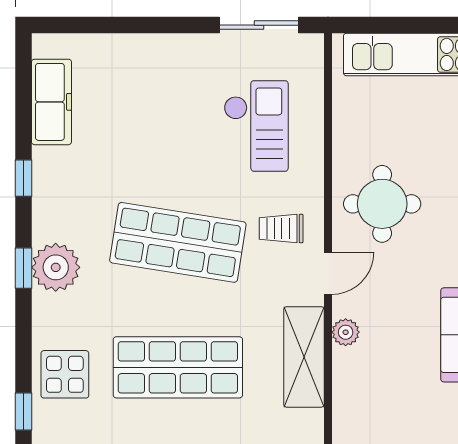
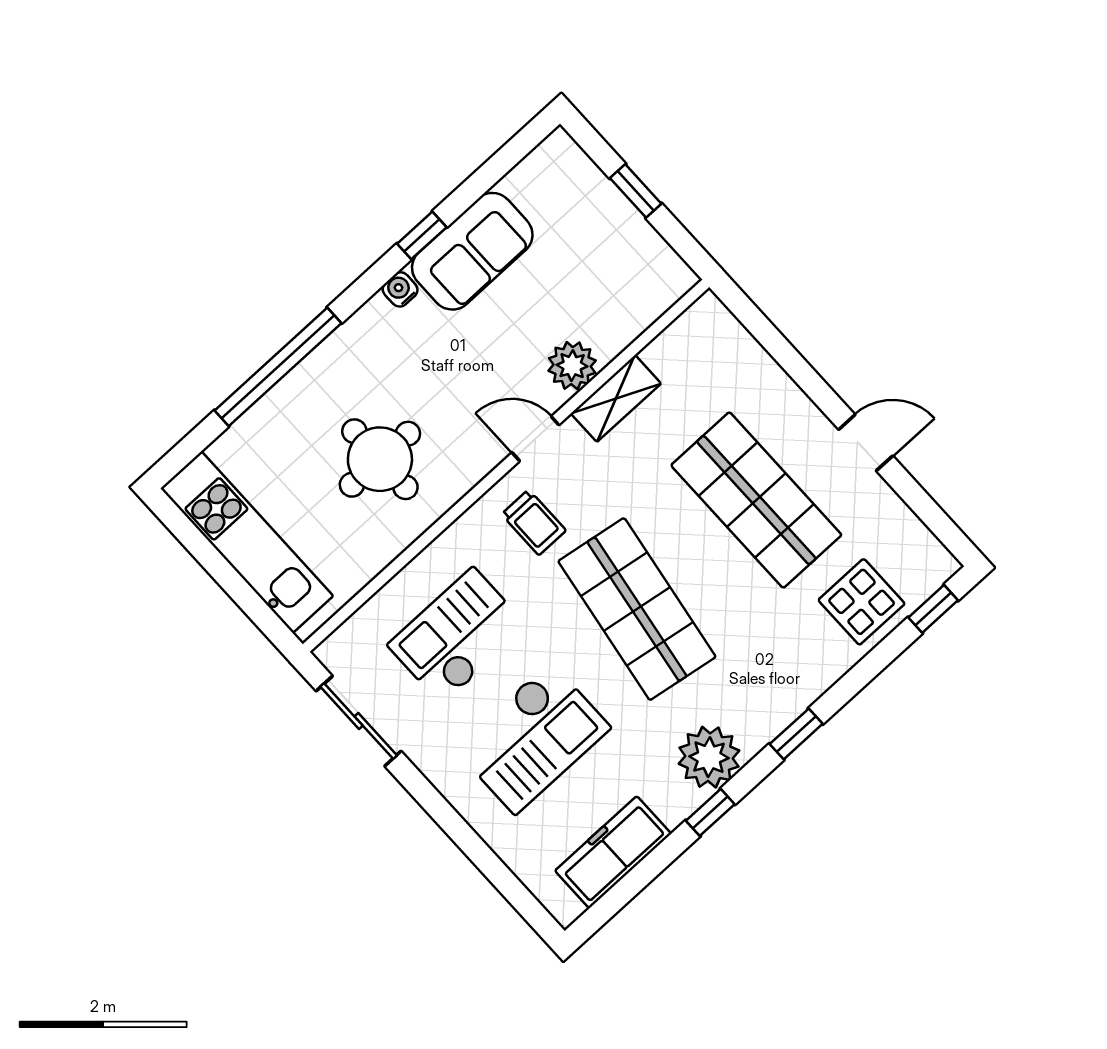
checkout: (159, 116) -> (533, 738), added
round table: (382, 204) -> (380, 459), moved
plant: (56, 267) -> (709, 757), moved
plant: (346, 332) -> (572, 366), width x1.38, depth x1.38
shelving: (304, 357) -> (616, 399), width x0.67, depth x0.75

